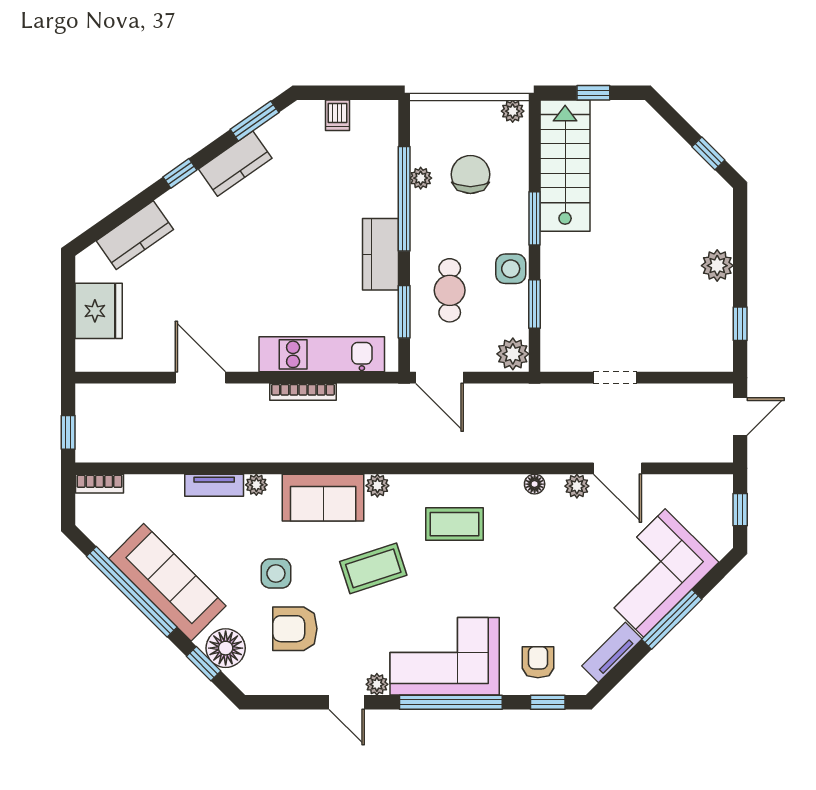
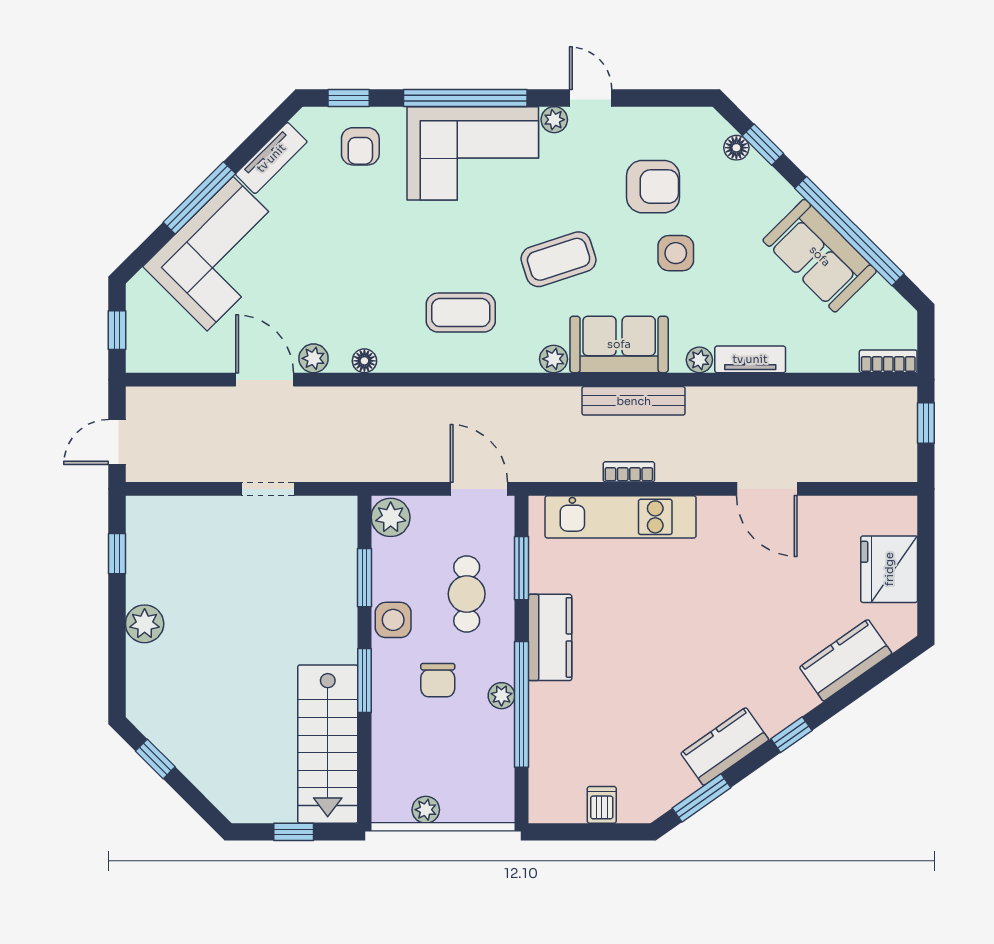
plant: (513, 111) -> (426, 810), moved
chair: (470, 174) -> (438, 680), moved, width x0.73, depth x0.73
plant: (421, 178) -> (501, 696), moved
bookcase: (303, 392) -> (629, 472), width x0.64
bench: (311, 451) -> (634, 401), added
sofa: (167, 582) -> (820, 256), width x0.73
floor lamp: (226, 648) -> (736, 148), width x0.53, depth x0.53

